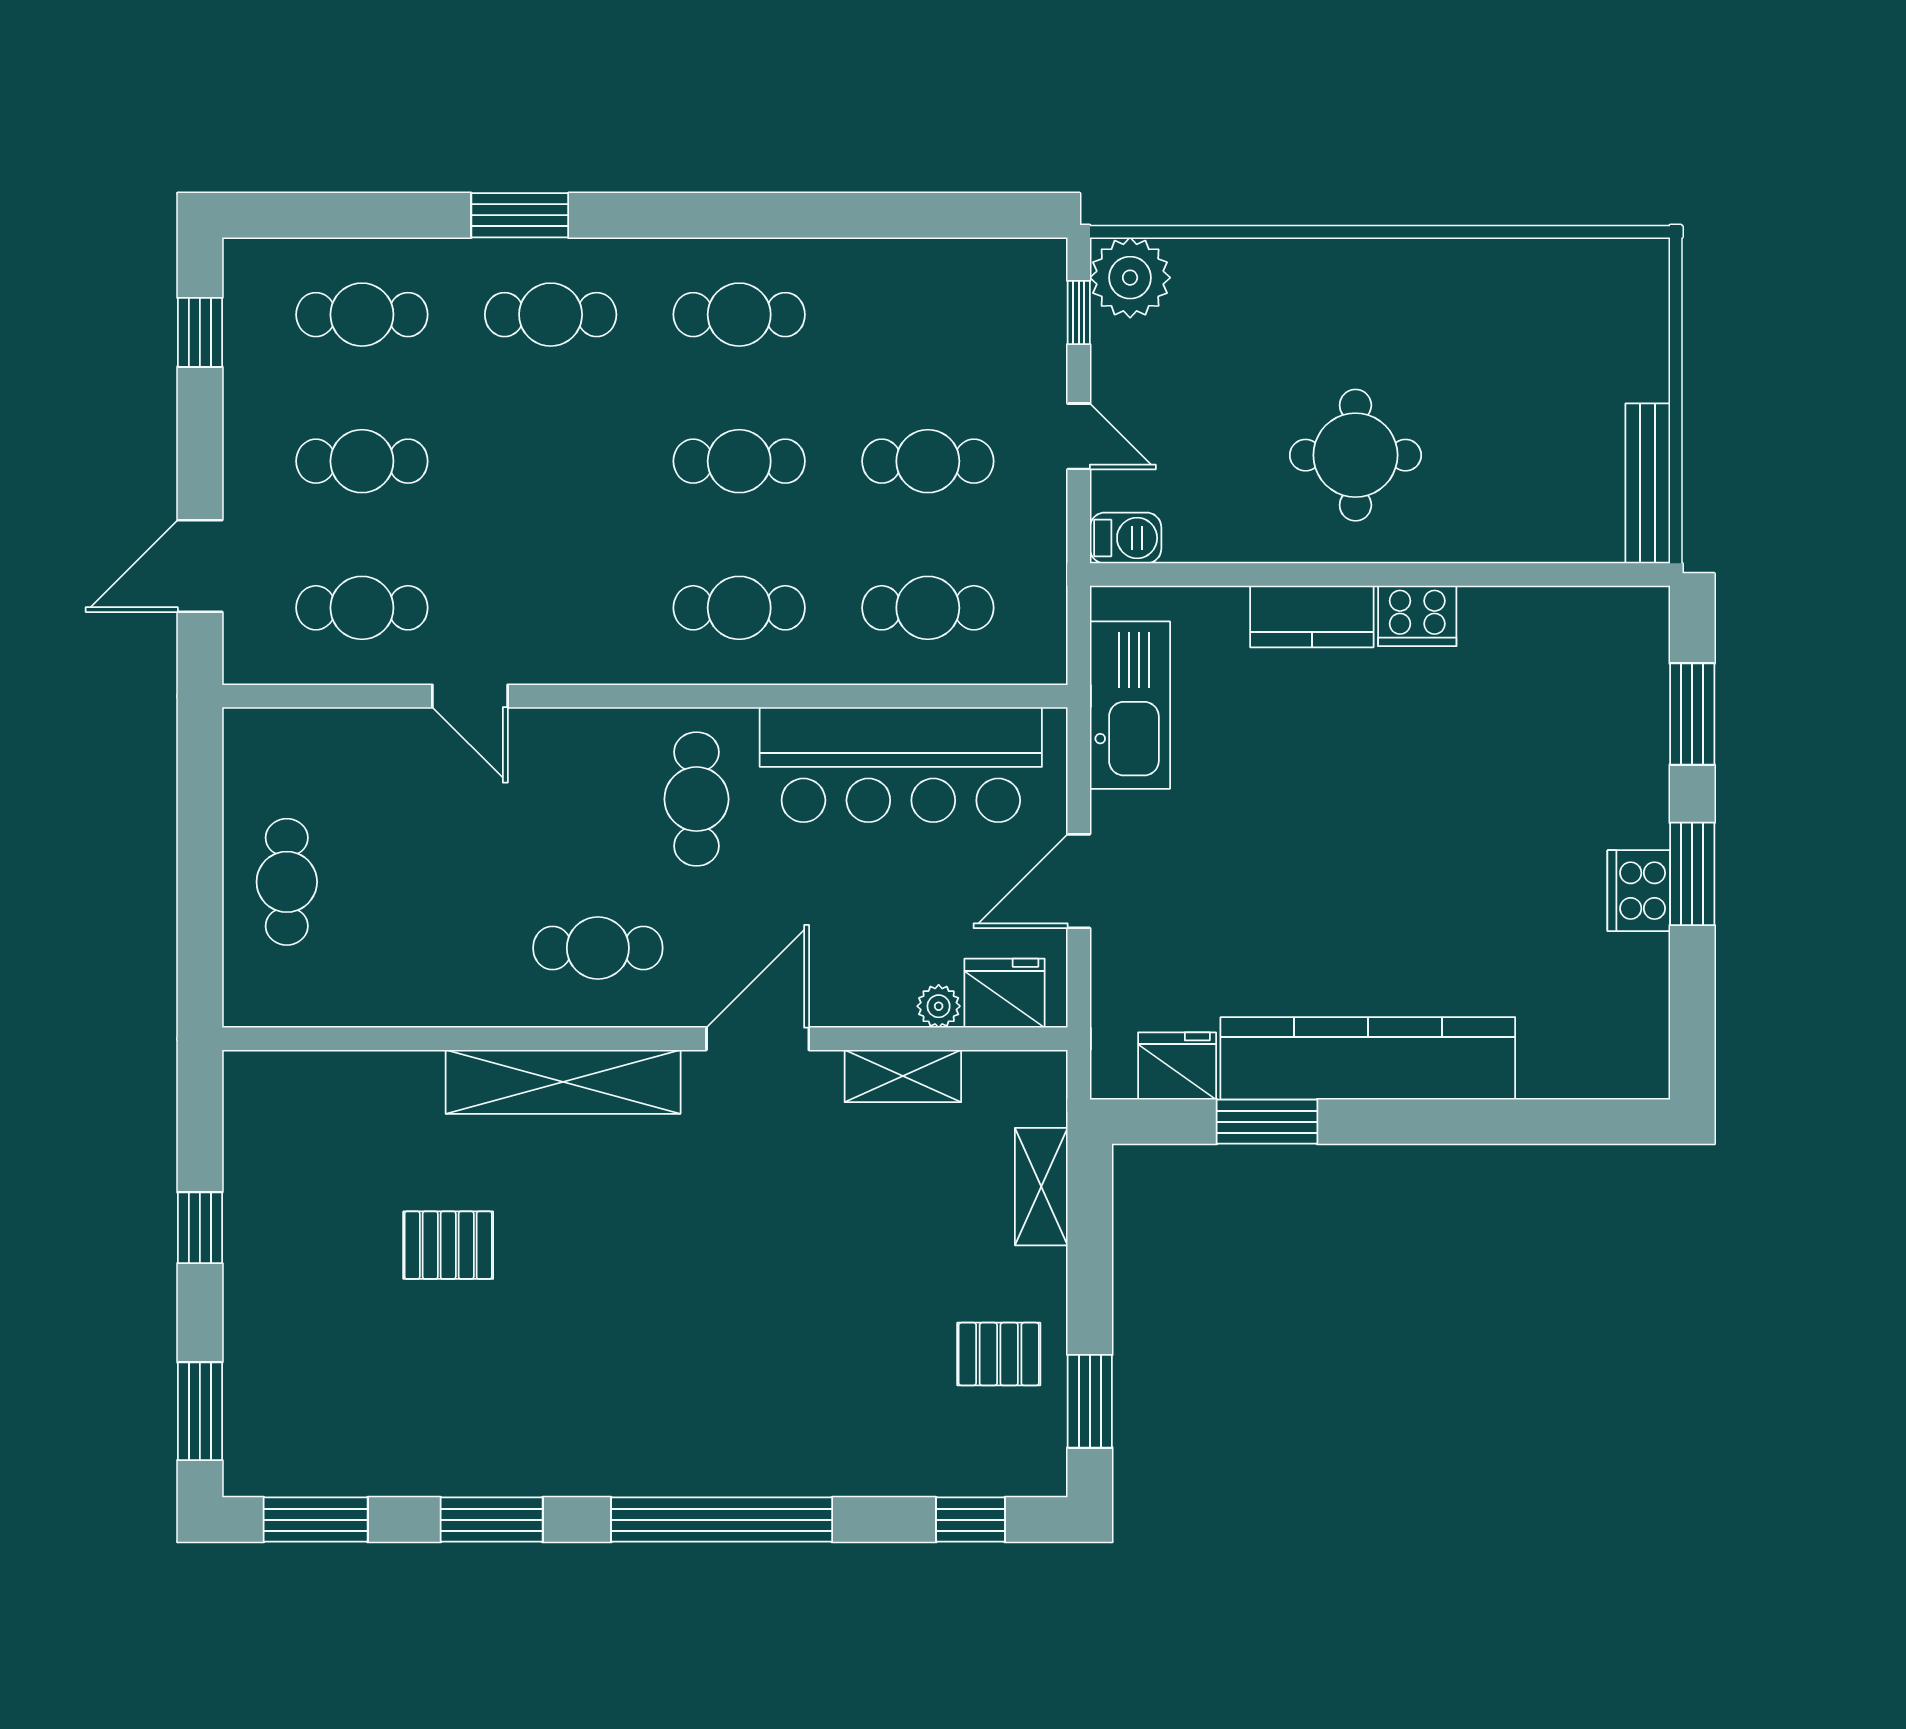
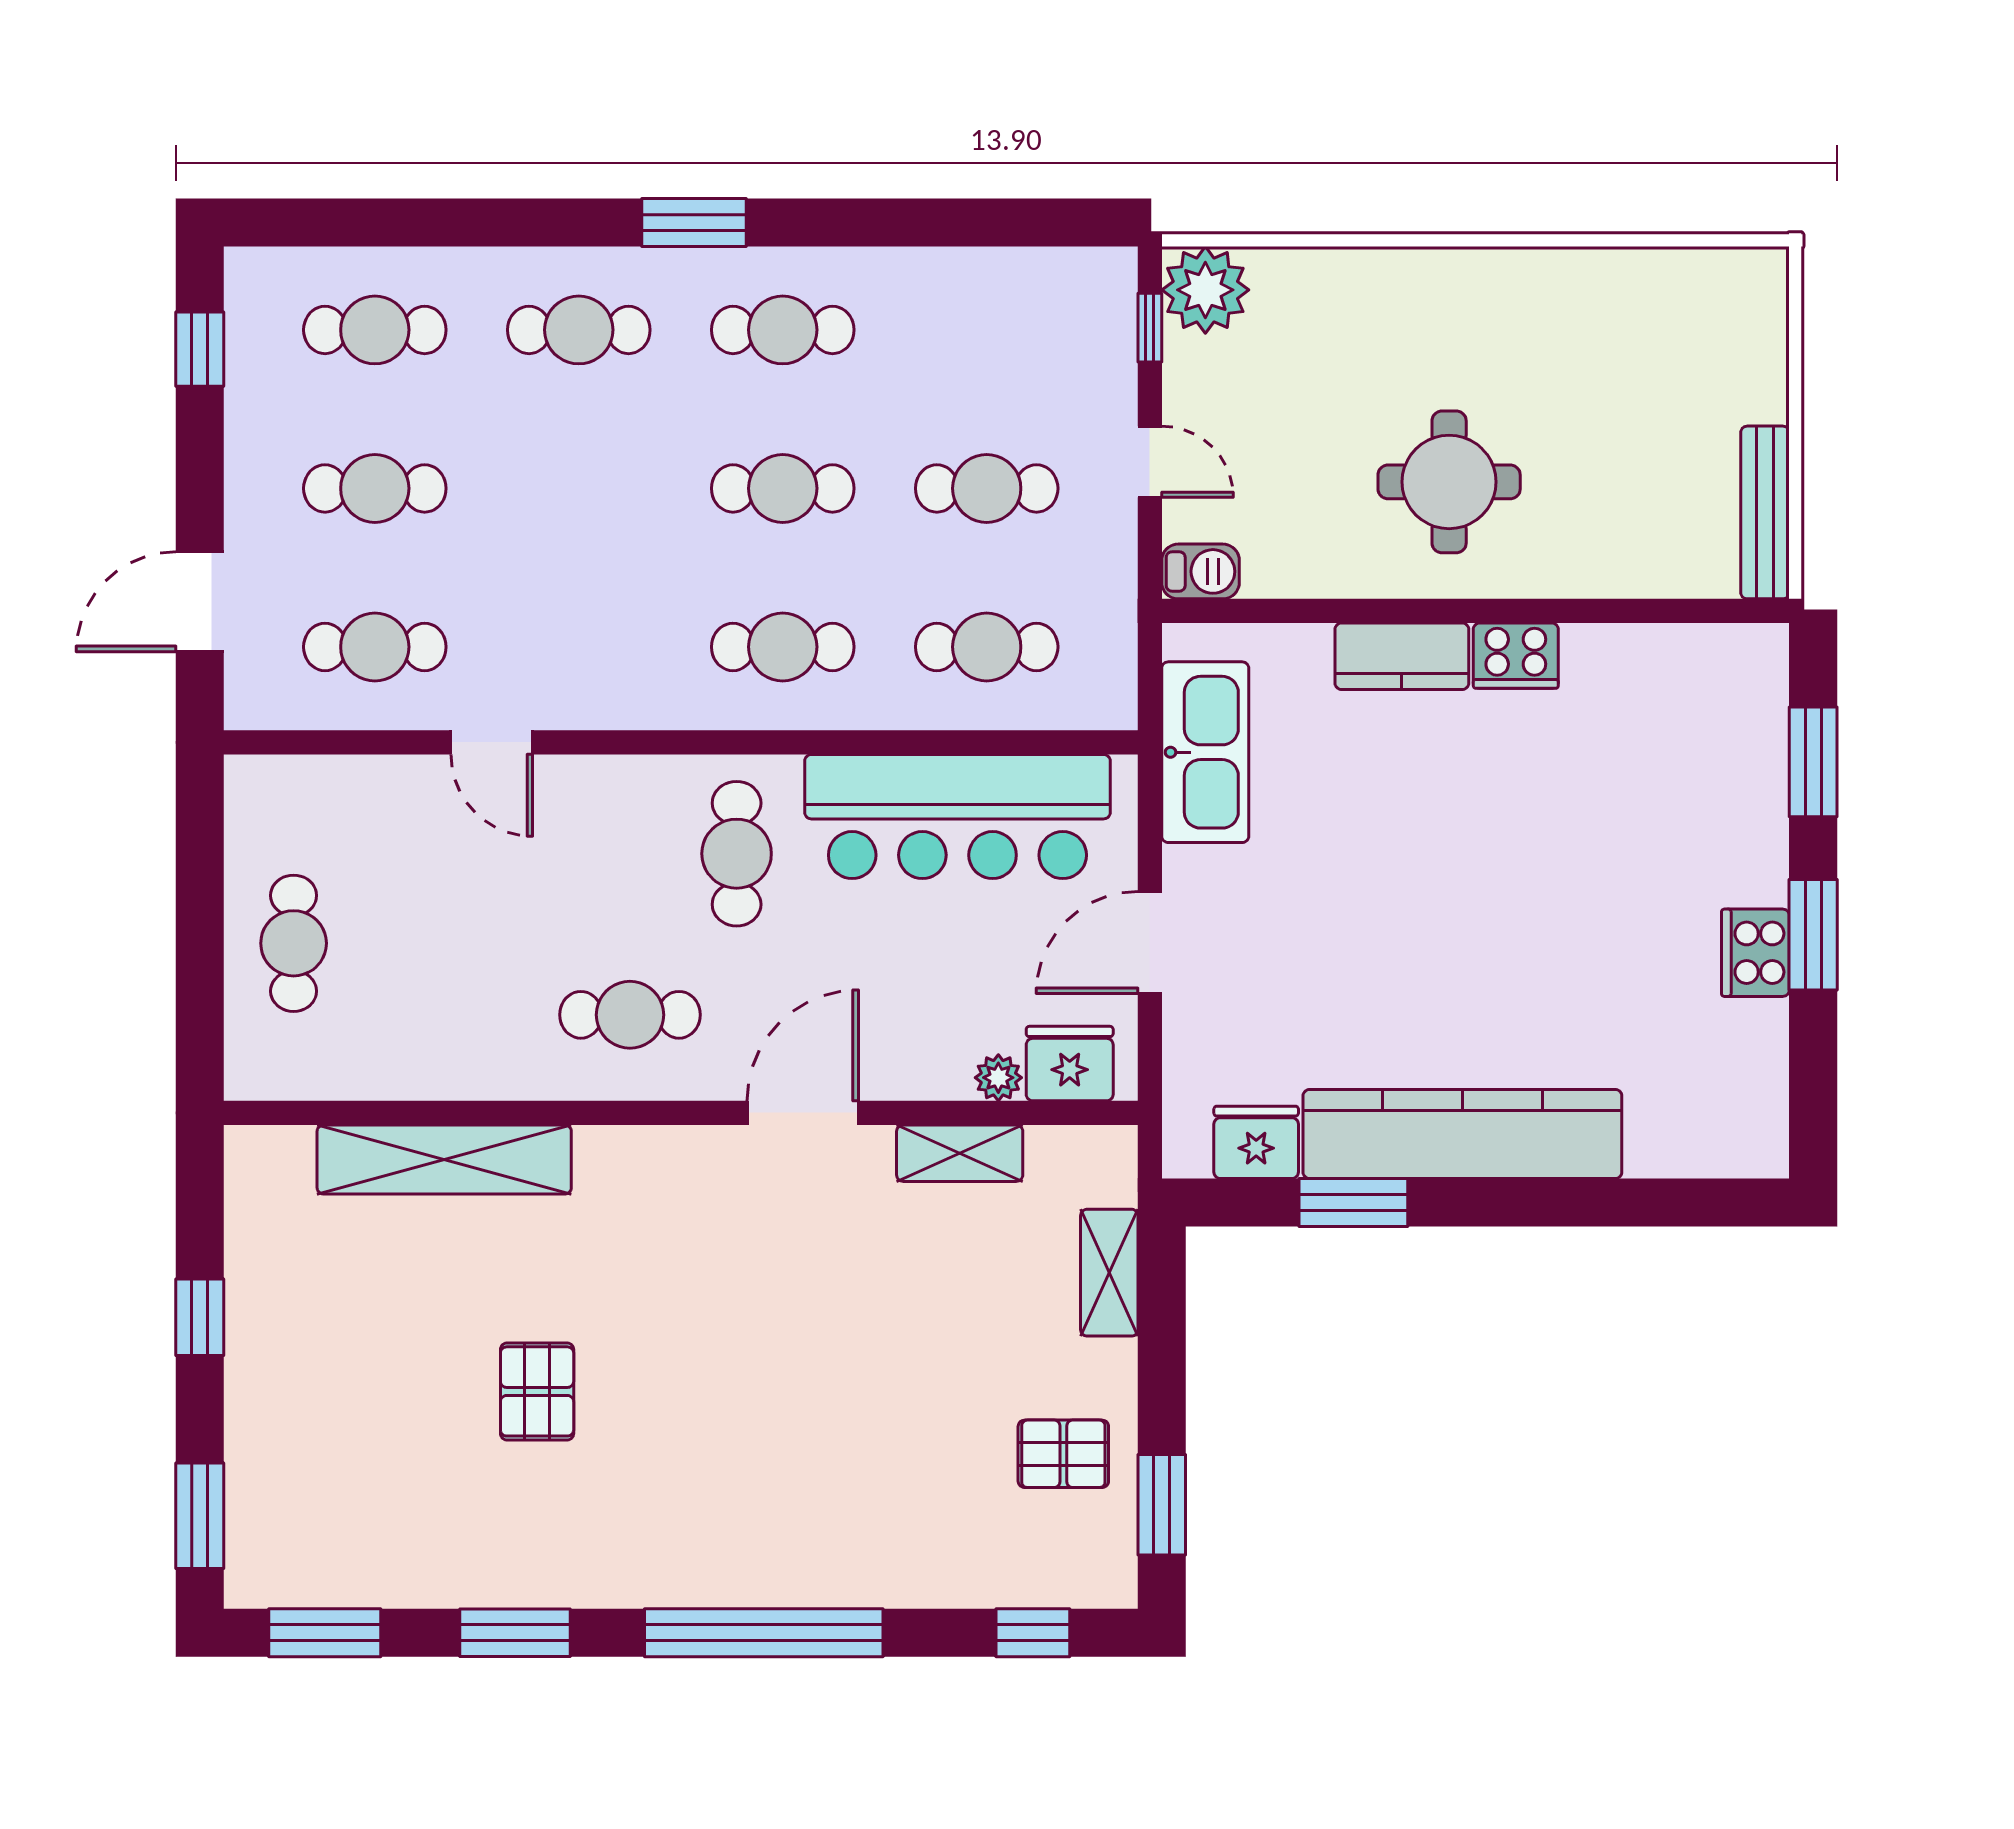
window: (520, 215) -> (694, 223), moved
shelving: (563, 1082) -> (444, 1159), moved
pallet: (448, 1245) -> (537, 1391), moved, turned 90

